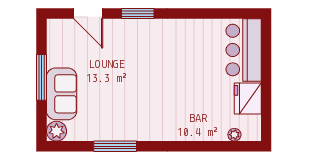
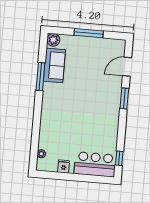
window: (231, 14) -> (119, 158), added
sofa: (62, 94) -> (54, 65), moved, turned -90
fridge: (248, 98) -> (64, 167), width x0.53, depth x0.75

